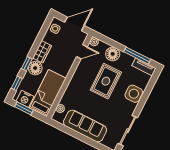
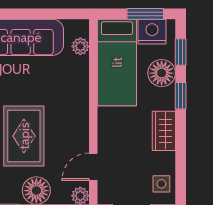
floor lamp: (35, 68) -> (162, 73), moved

